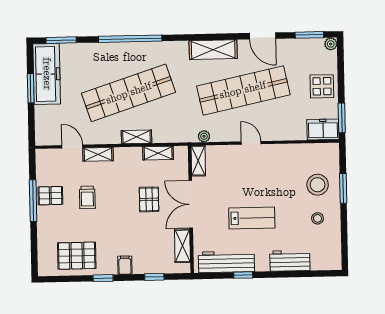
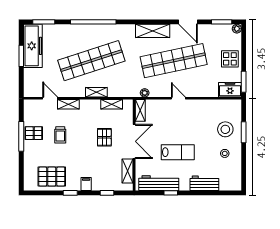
double door: (191, 204) -> (134, 141), swing flipped

